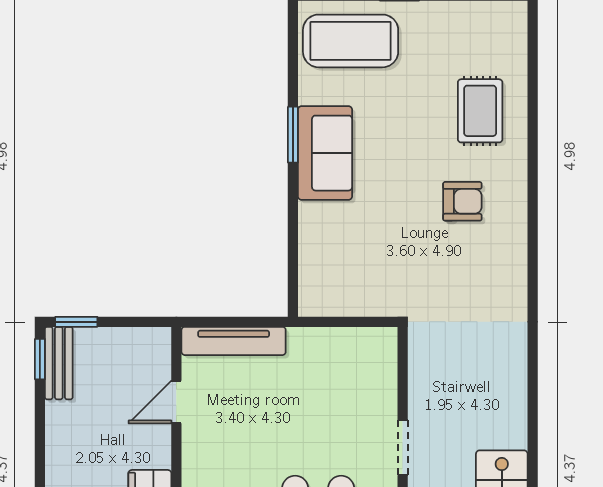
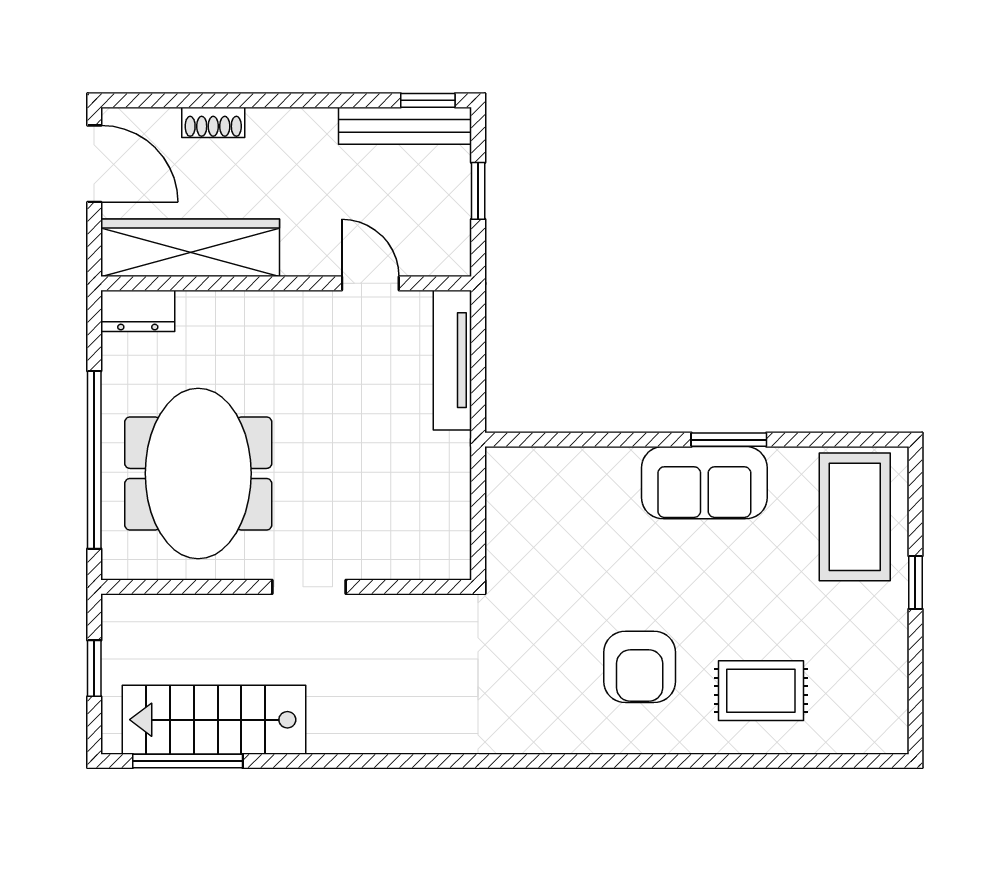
armchair: (462, 201) -> (640, 667), width x1.38, depth x1.38
window: (76, 322) -> (478, 191), moved
bench: (59, 363) -> (405, 126), width x1.36

